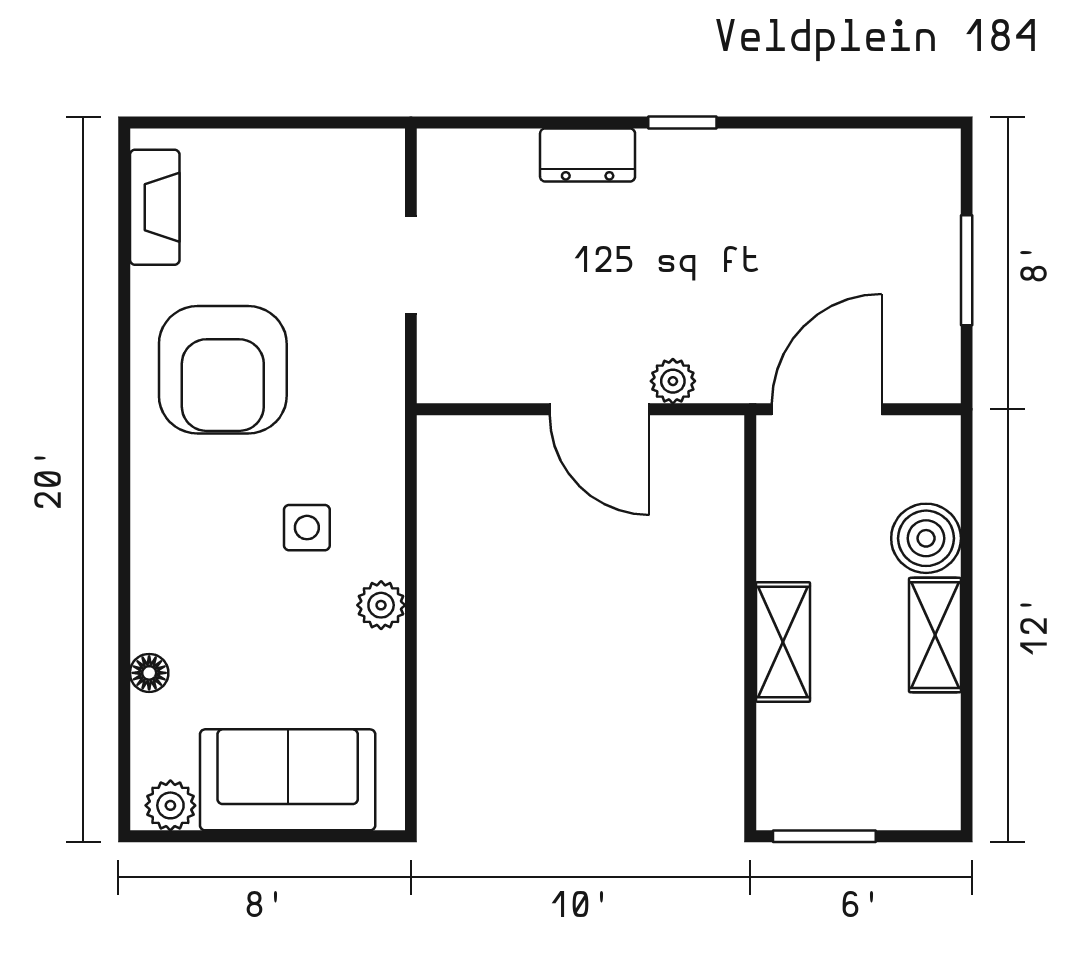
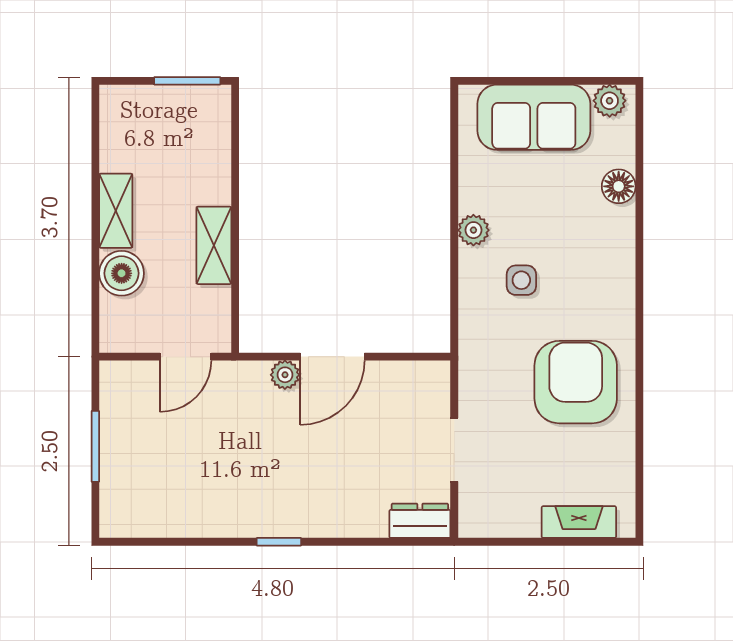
dresser: (588, 155) -> (420, 521), moved
fireplace: (155, 207) -> (579, 522), moved, turned 90
door: (599, 409) -> (332, 357), swing flipped
door: (827, 409) -> (186, 357), width x0.73
shelving: (783, 642) -> (214, 245), moved
floor lamp: (149, 673) -> (619, 186), width x1.37, depth x1.37

